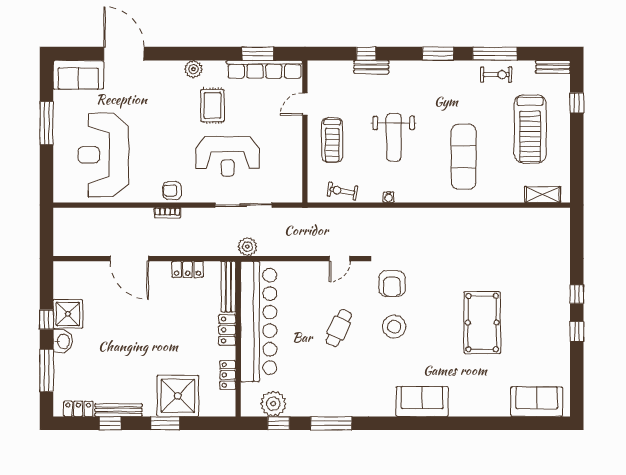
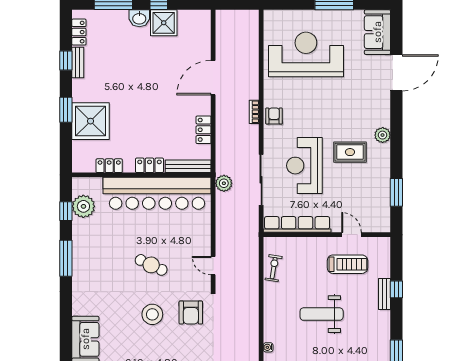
row of seats: (264, 69) -> (297, 224), moved, turned 90
treadmill: (332, 140) -> (347, 264), moved, turned 180
water cooler: (389, 197) -> (268, 347), moved
armchair: (392, 284) -> (191, 312), turned -90
bench: (119, 410) -> (78, 62), width x0.73

